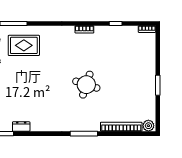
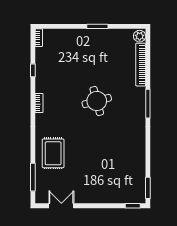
rug: (24, 45) -> (53, 153), moved
round table: (86, 85) -> (97, 101), turned -33
dresser: (21, 127) -> (140, 169), removed

